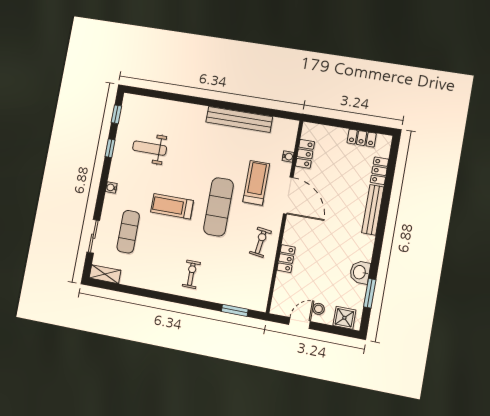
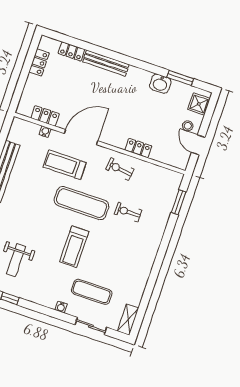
water cooler: (111, 188) -> (61, 307), moved
exercise bike: (191, 274) -> (128, 212), moved

